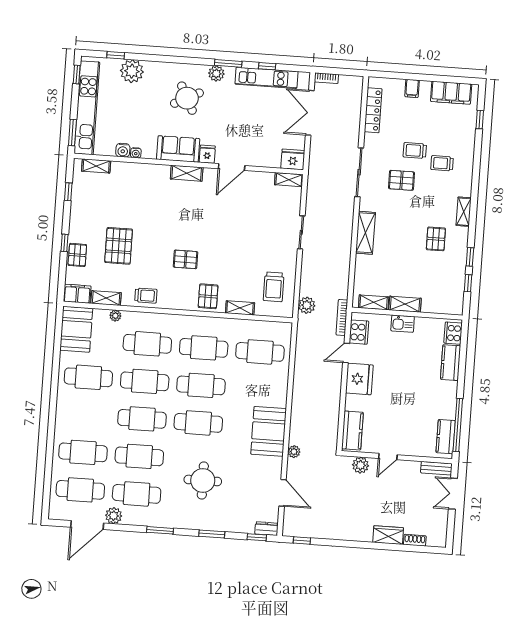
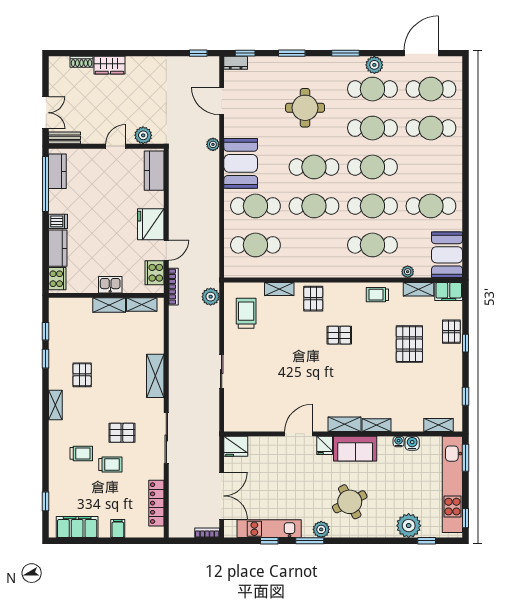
shelving: (289, 180) -> (376, 425), moved
cafe table: (204, 348) -> (255, 206), moved
dishwasher: (448, 388) -> (58, 221), added
plant: (114, 516) -> (374, 65), moved

